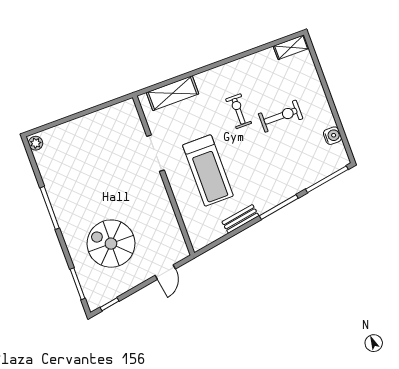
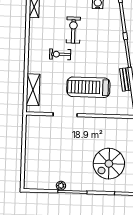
plant: (36, 143) -> (61, 186), moved
treadmill: (208, 170) -> (88, 87), turned 180

